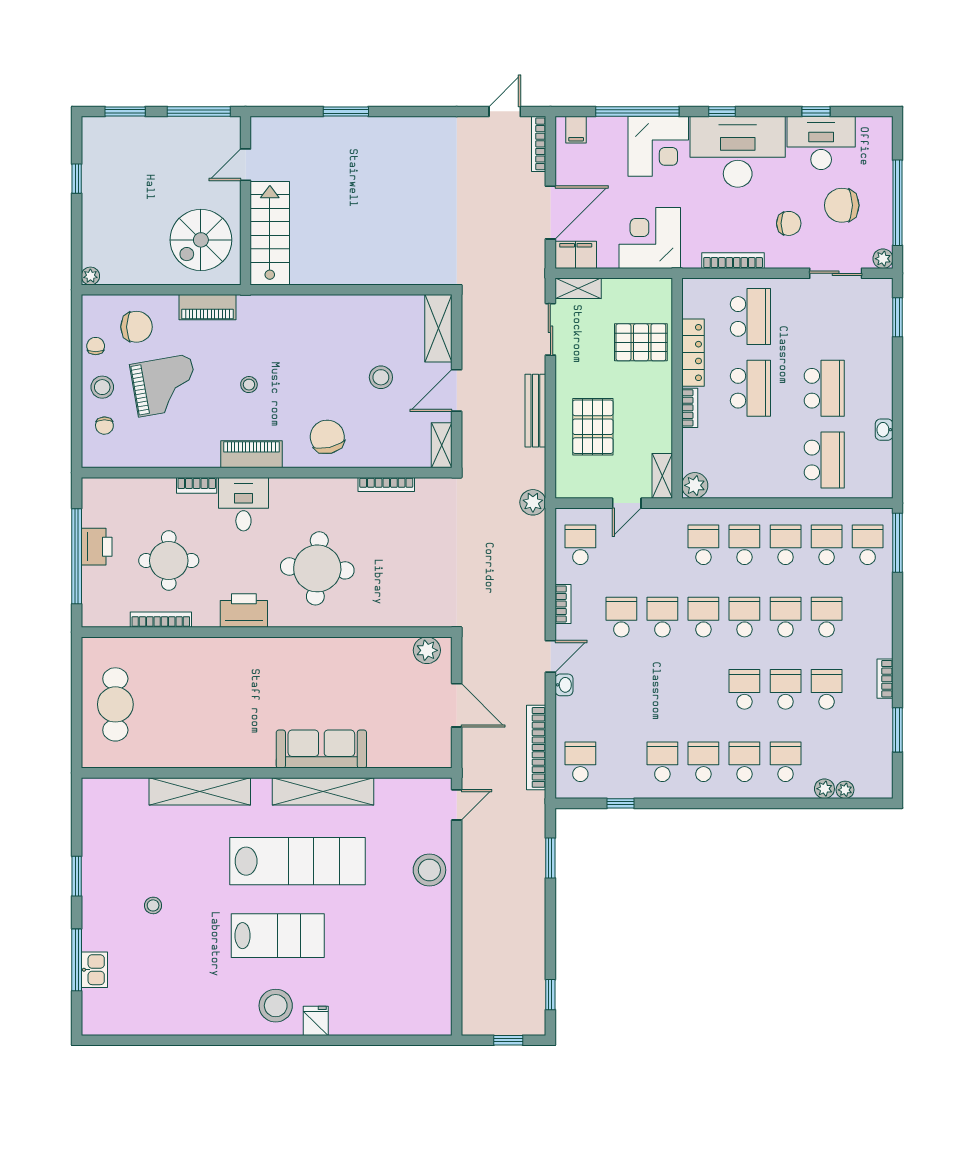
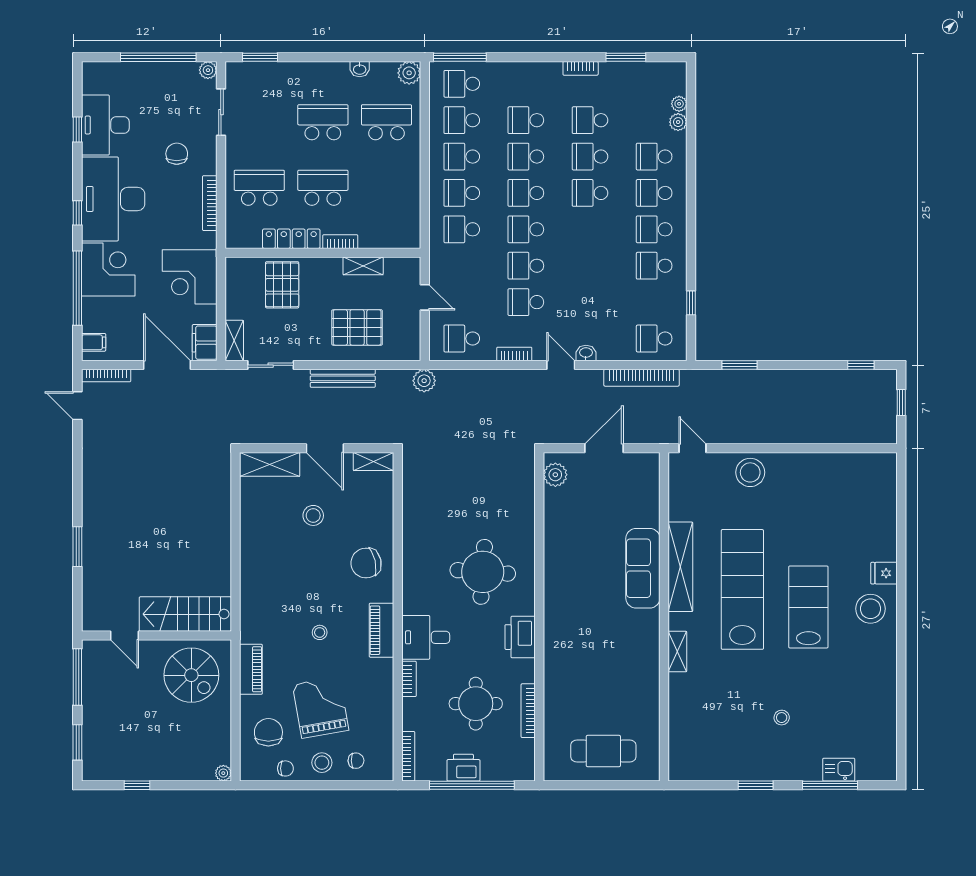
chair: (842, 205) -> (161, 107), removed
chair: (96, 346) -> (285, 768), turned 180
shelving: (662, 476) -> (363, 266), moved
bookcase: (386, 485) -> (408, 756), moved
plant: (695, 485) -> (409, 73), moved
shelving: (200, 791) -> (677, 652), width x0.45, depth x0.75

